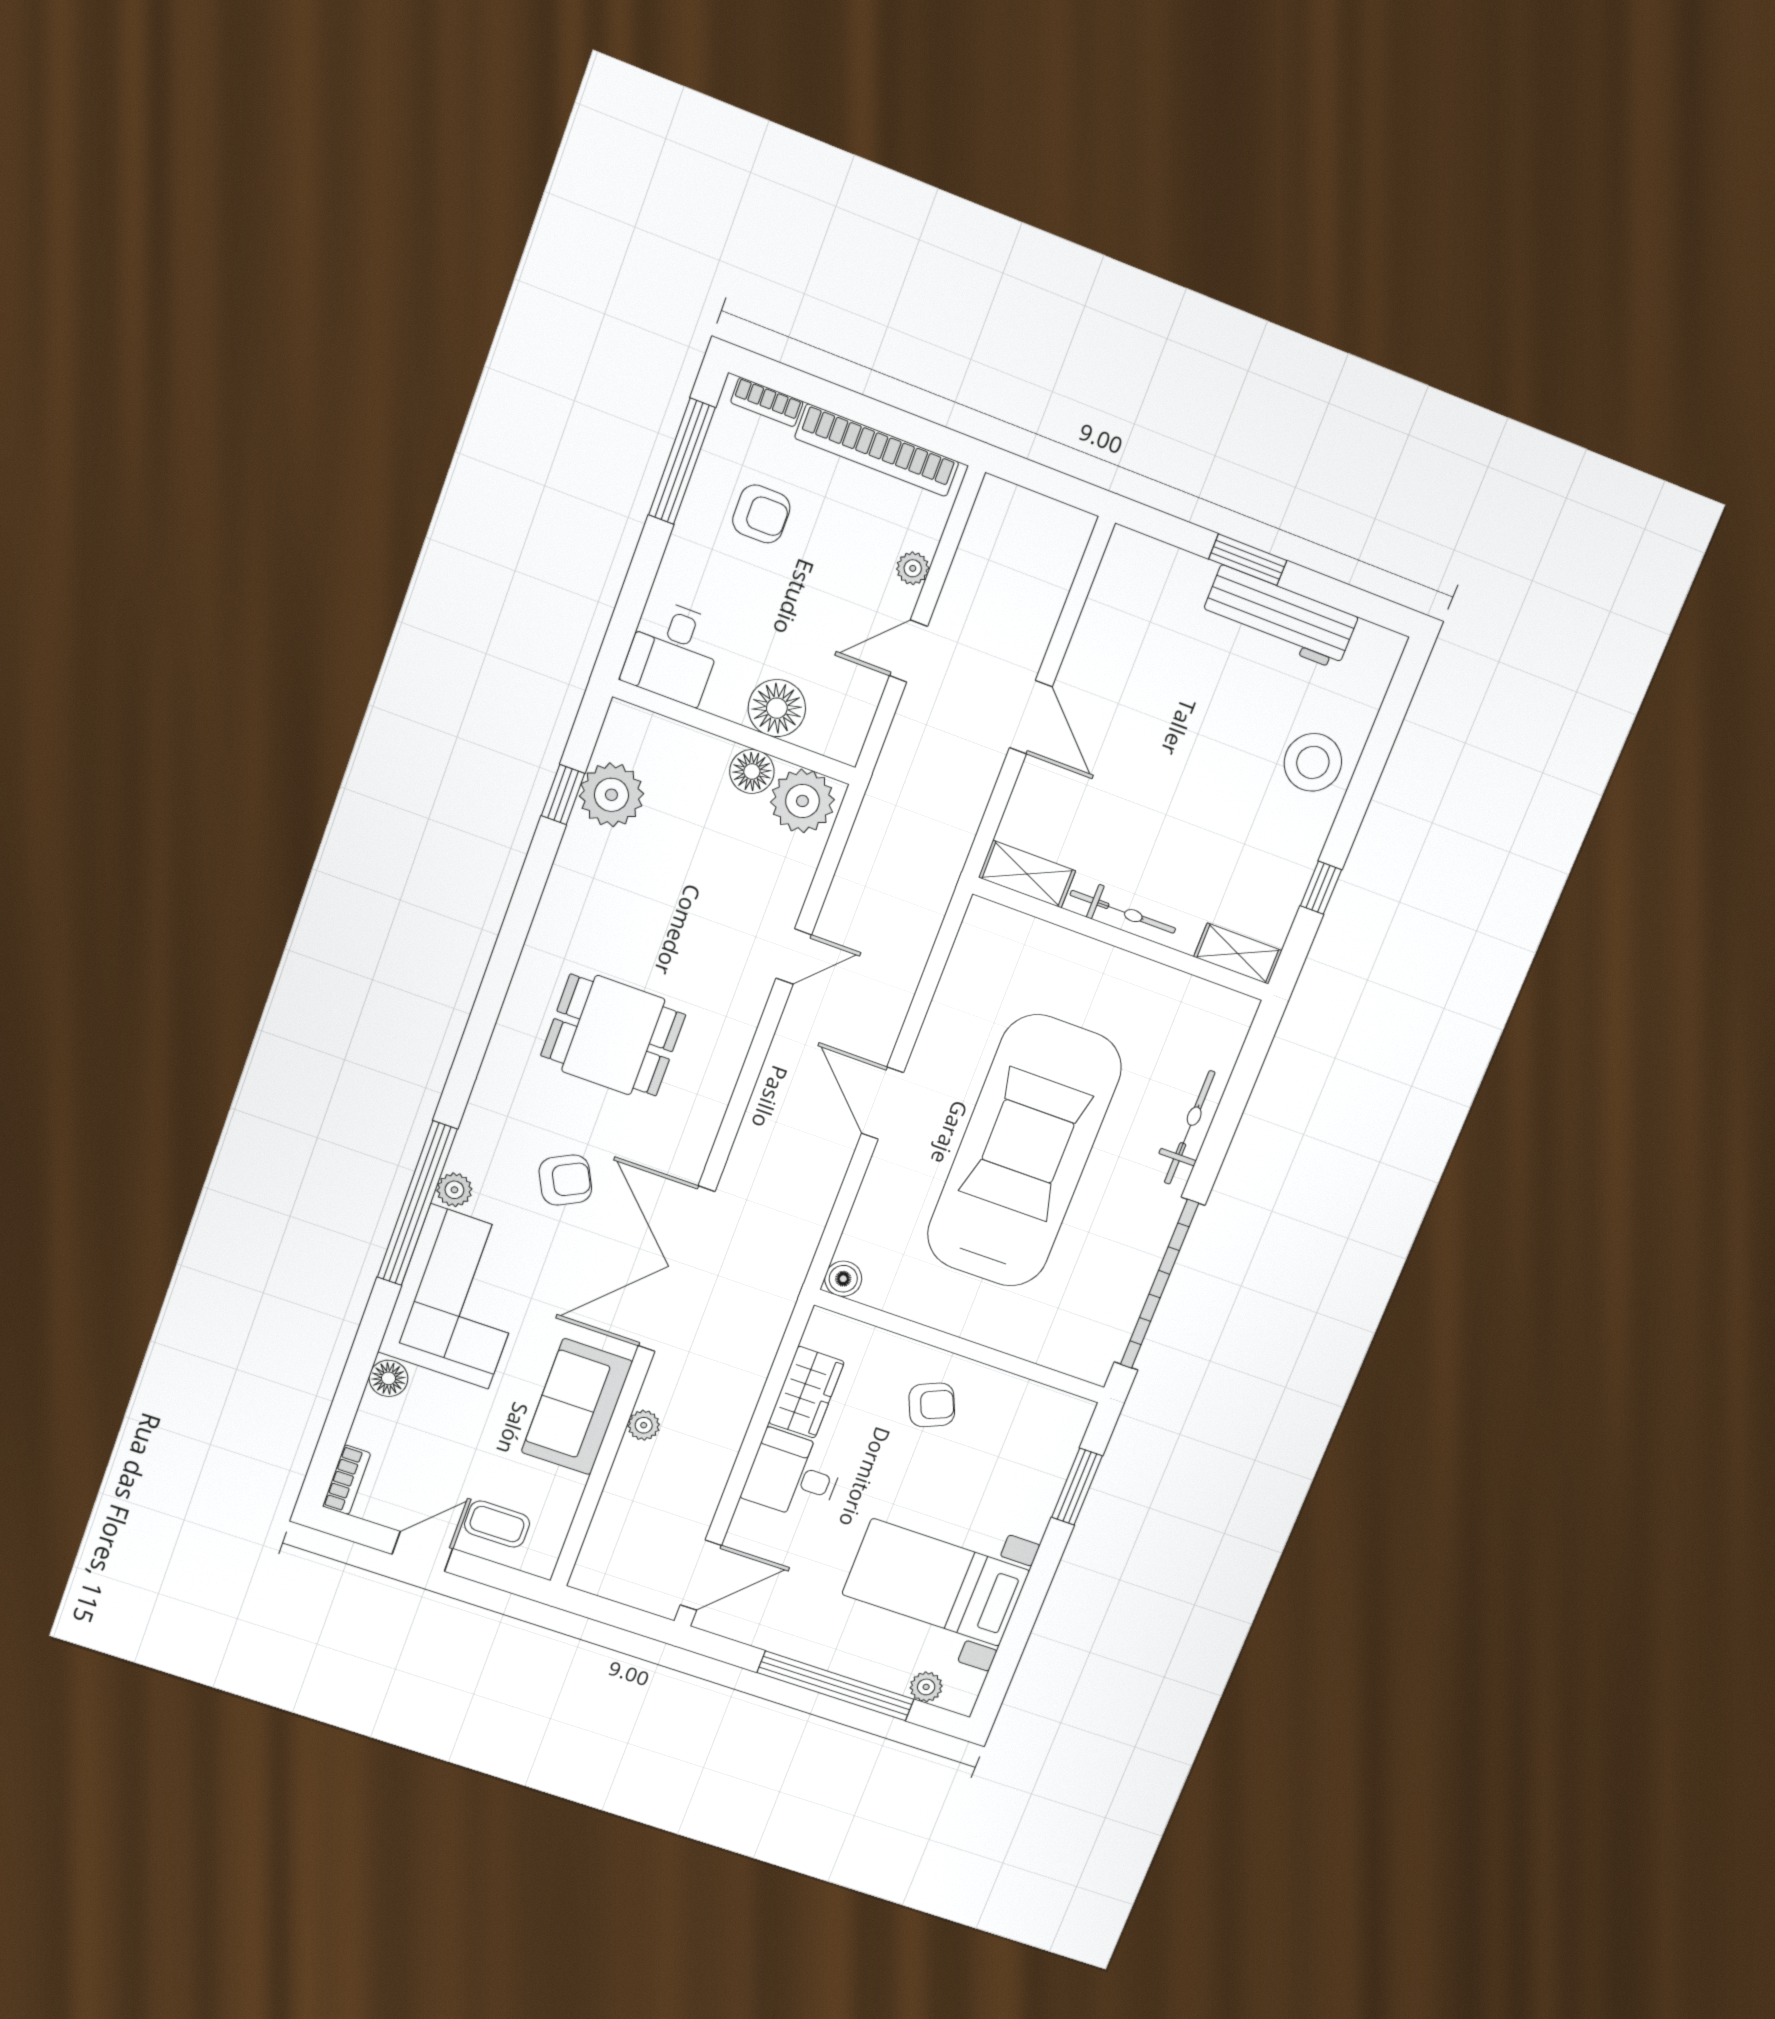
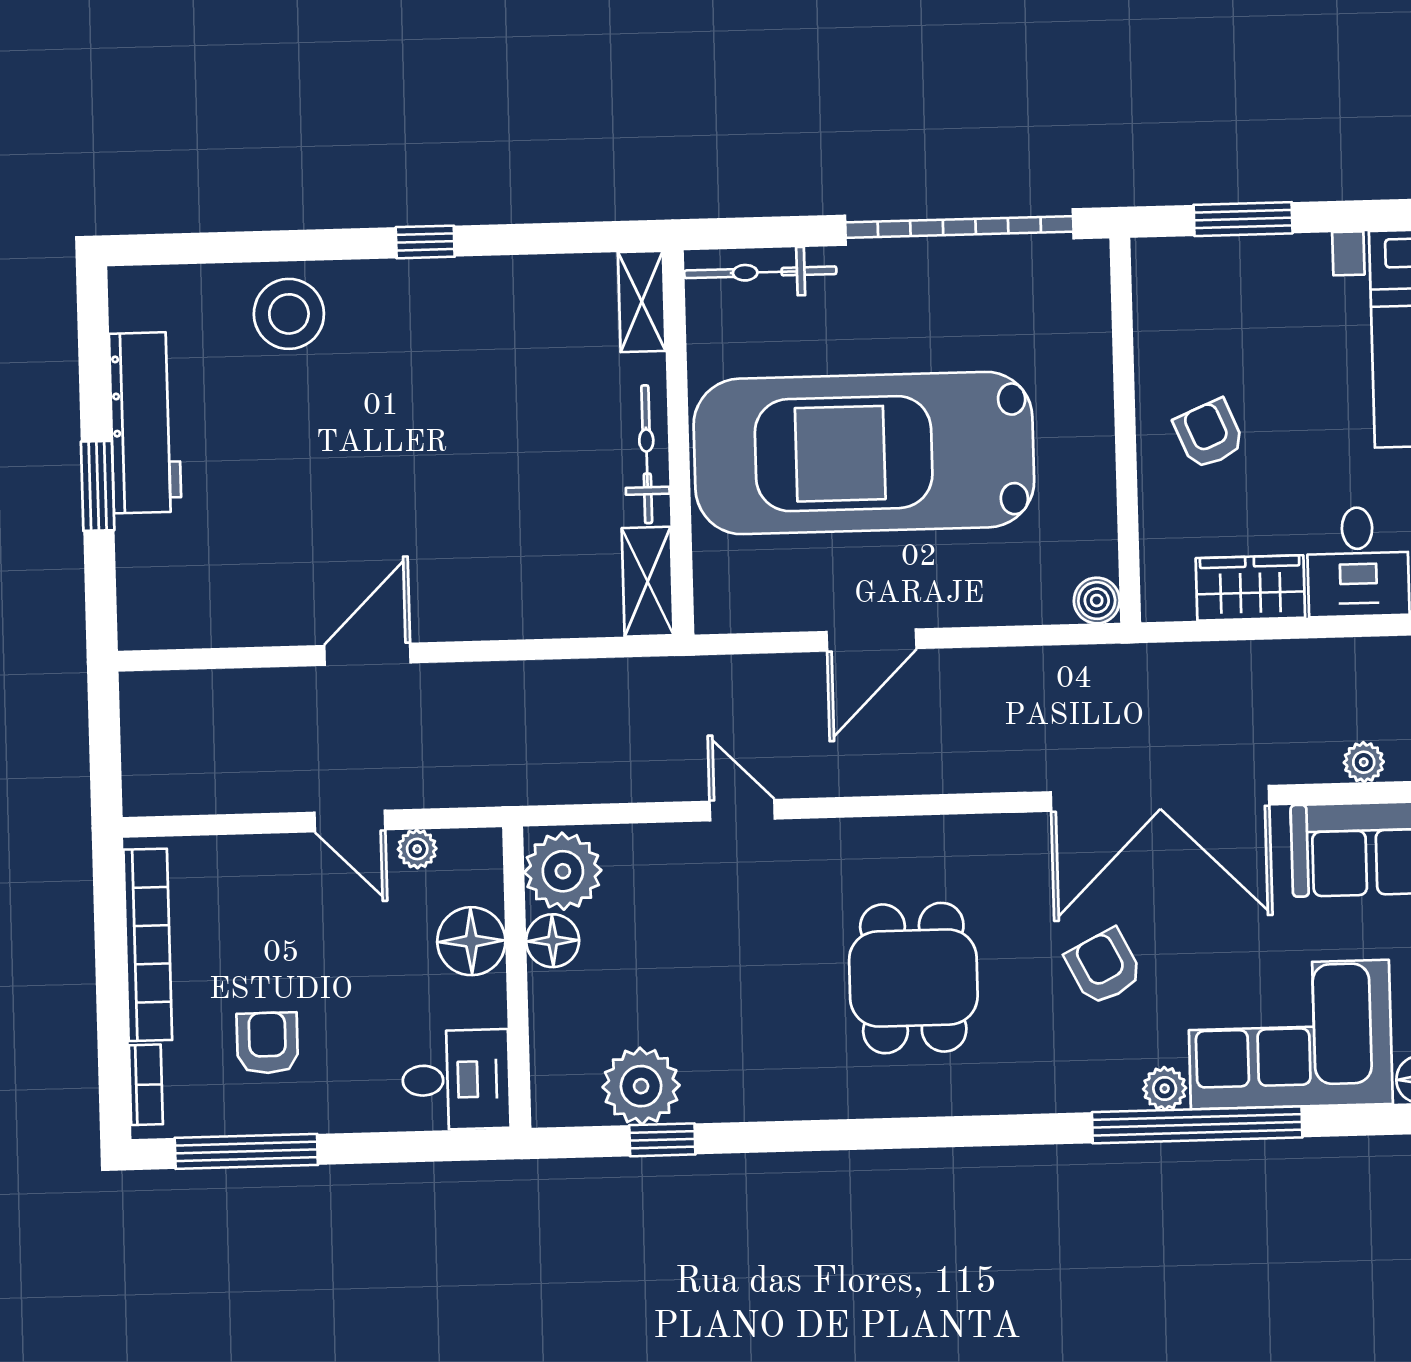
plant: (913, 568) -> (417, 849), moved
shelving: (1027, 874) -> (648, 582), moved
bicycle: (1123, 912) -> (647, 454), moved
wall: (1121, 939) -> (679, 443), moved
shelving: (1238, 954) -> (642, 302), moved

